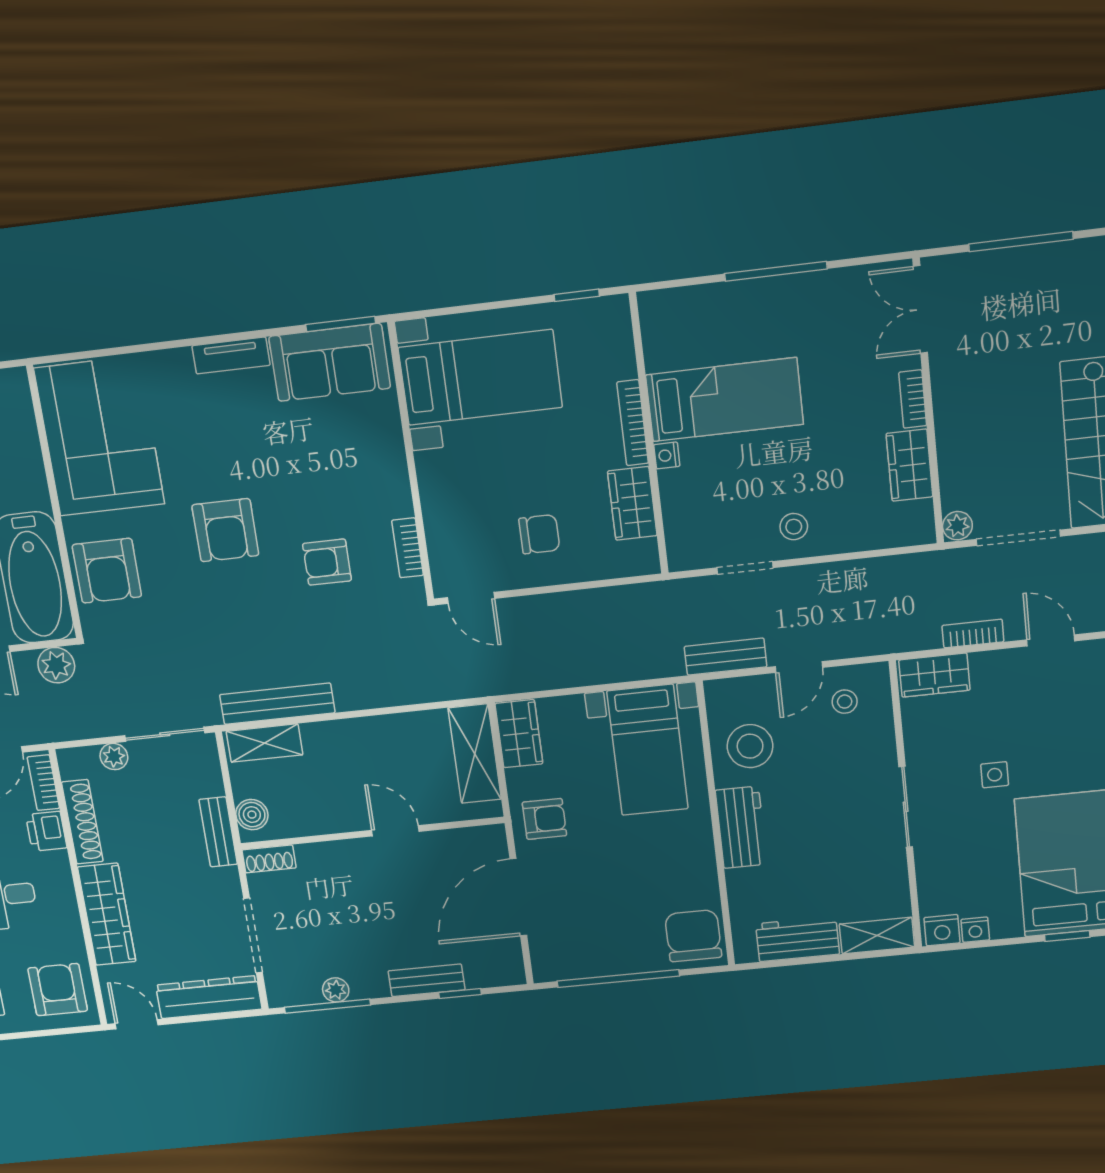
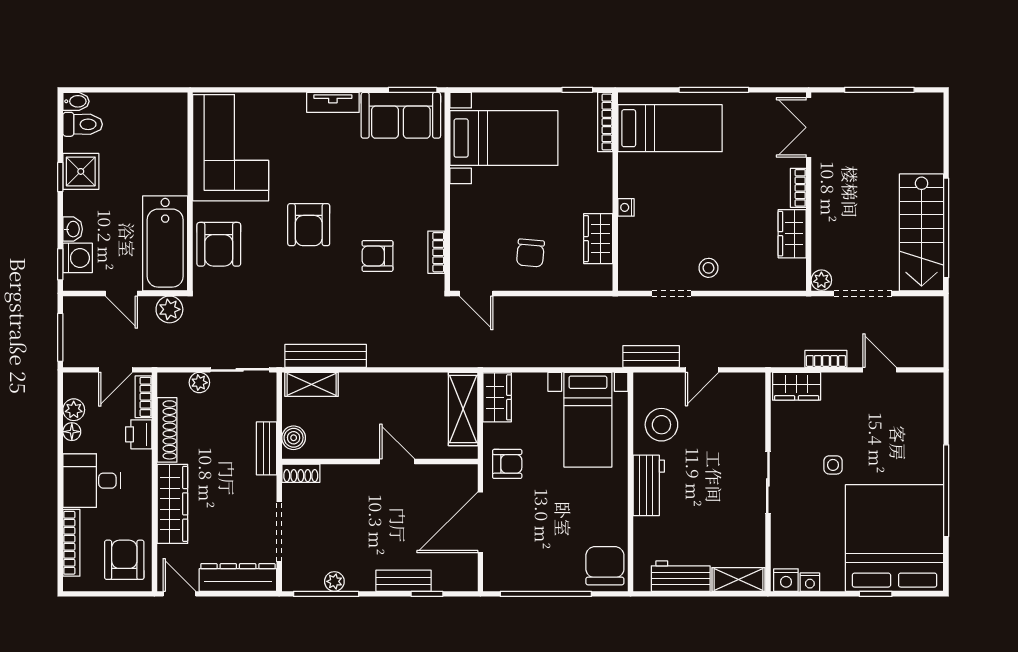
bed: (724, 400) -> (670, 128), moved
bookcase: (633, 423) -> (605, 122), moved
chair: (539, 534) -> (530, 253), turned 95
stool: (845, 702) -> (732, 399), removed

